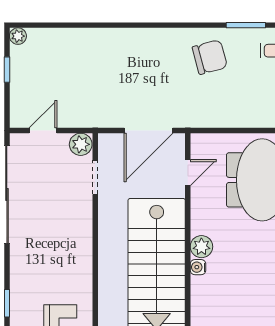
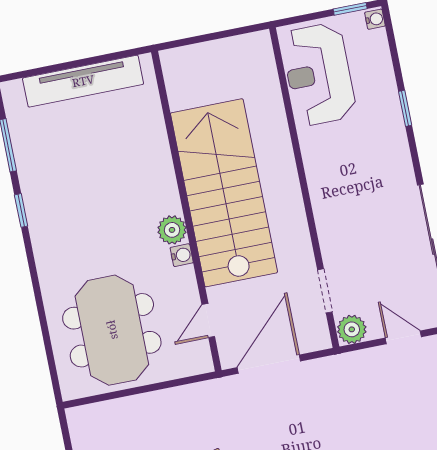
door: (43, 131) -> (403, 337), swing flipped
water cooler: (198, 267) -> (182, 255), moved

